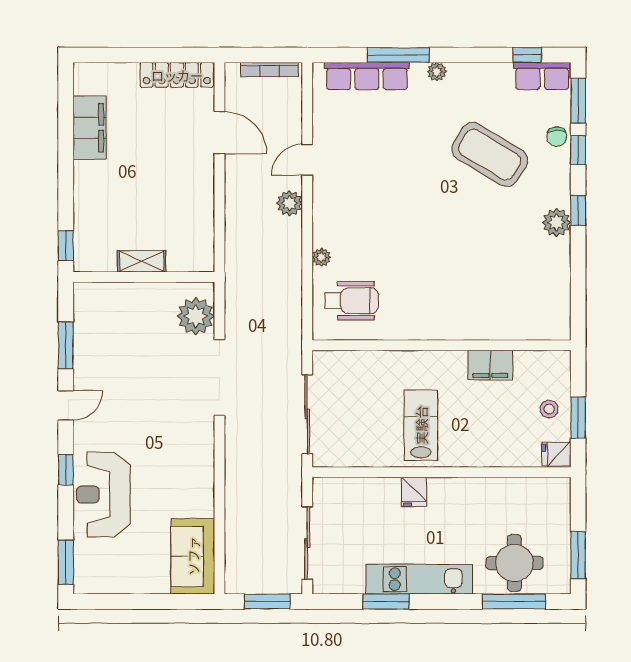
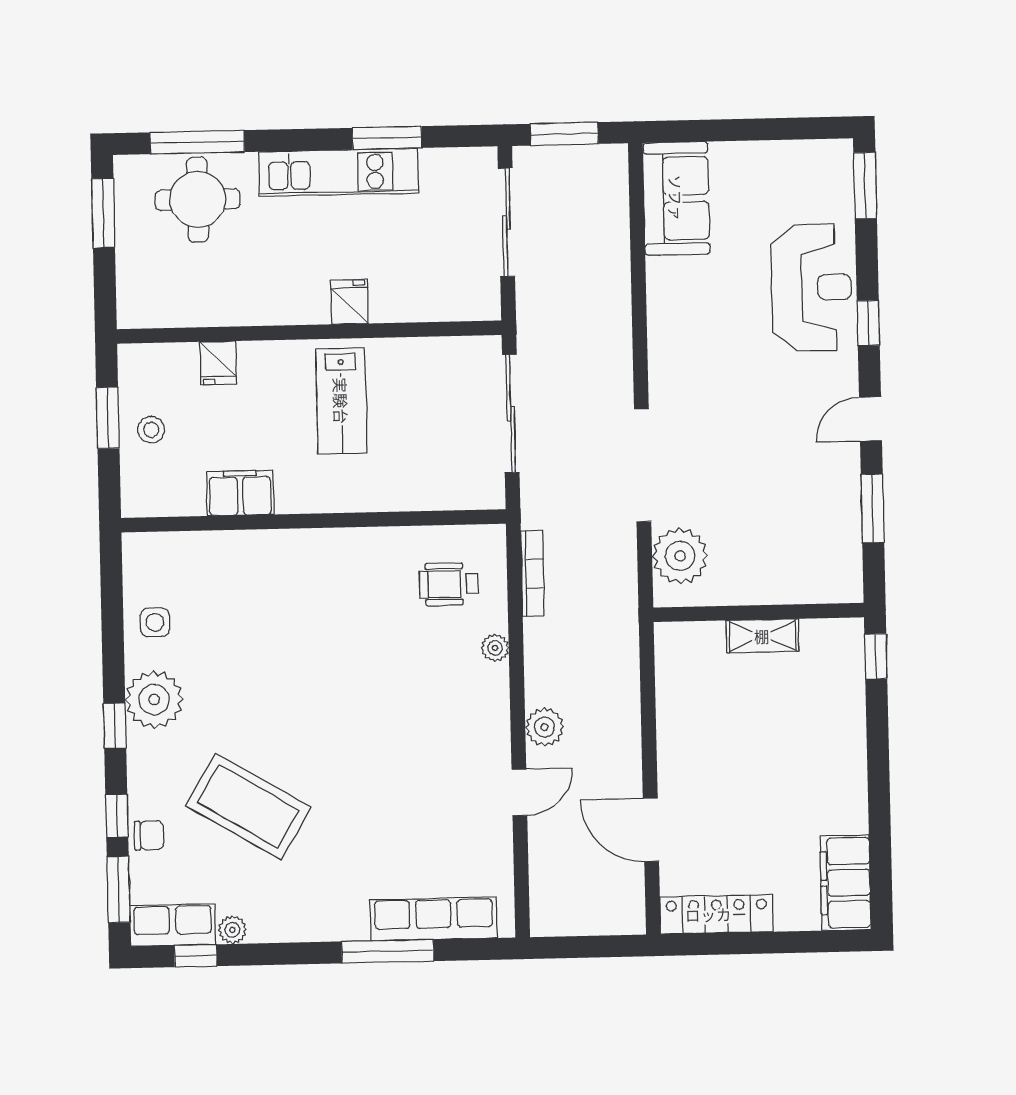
bookcase: (269, 70) -> (533, 573), moved, turned 90
plant: (437, 72) -> (232, 930), moved
filing cabinet: (90, 128) -> (845, 883), moved
chair: (557, 136) -> (149, 835), turned 90
plant: (556, 222) -> (154, 700), width x1.36, depth x1.36
side table: (550, 280) -> (155, 622), added
wheelchair: (352, 301) -> (449, 584), width x0.73, depth x0.73
fridge: (556, 454) -> (218, 363), moved, turned 90

